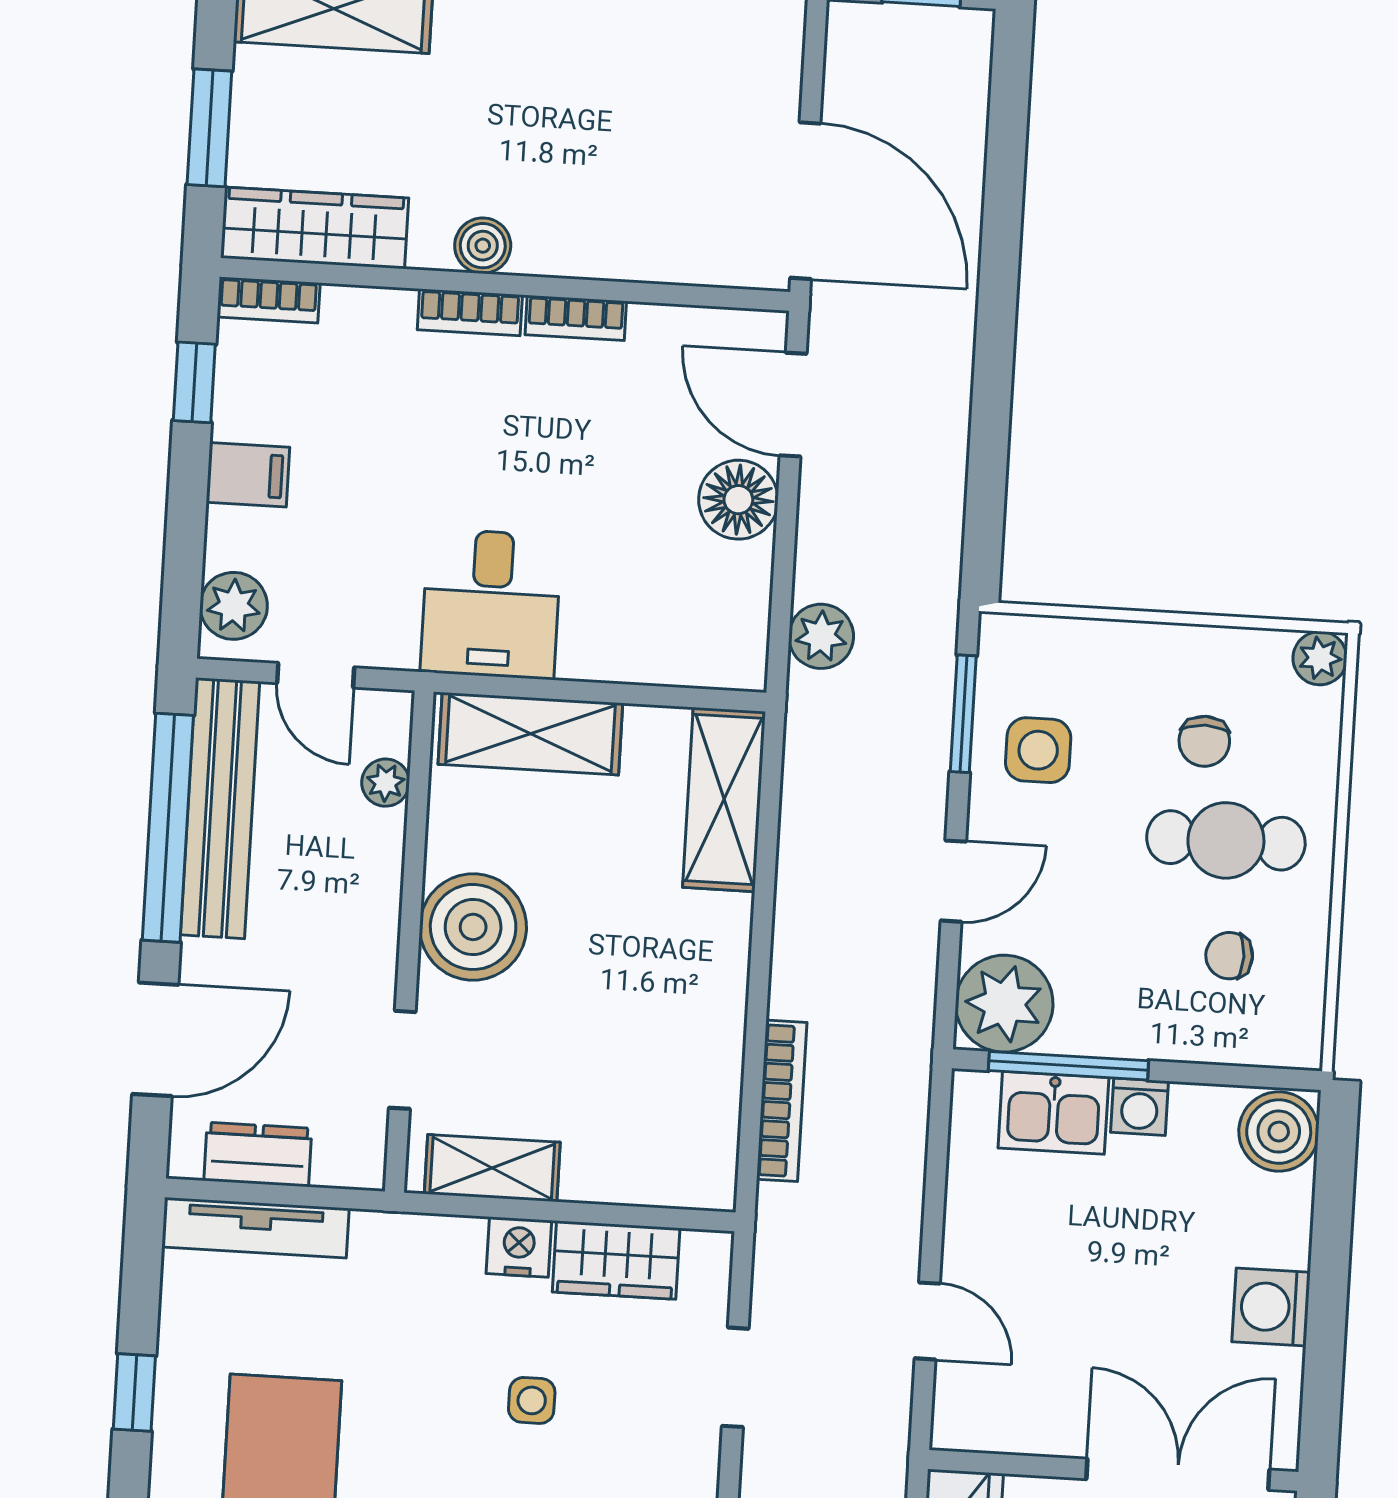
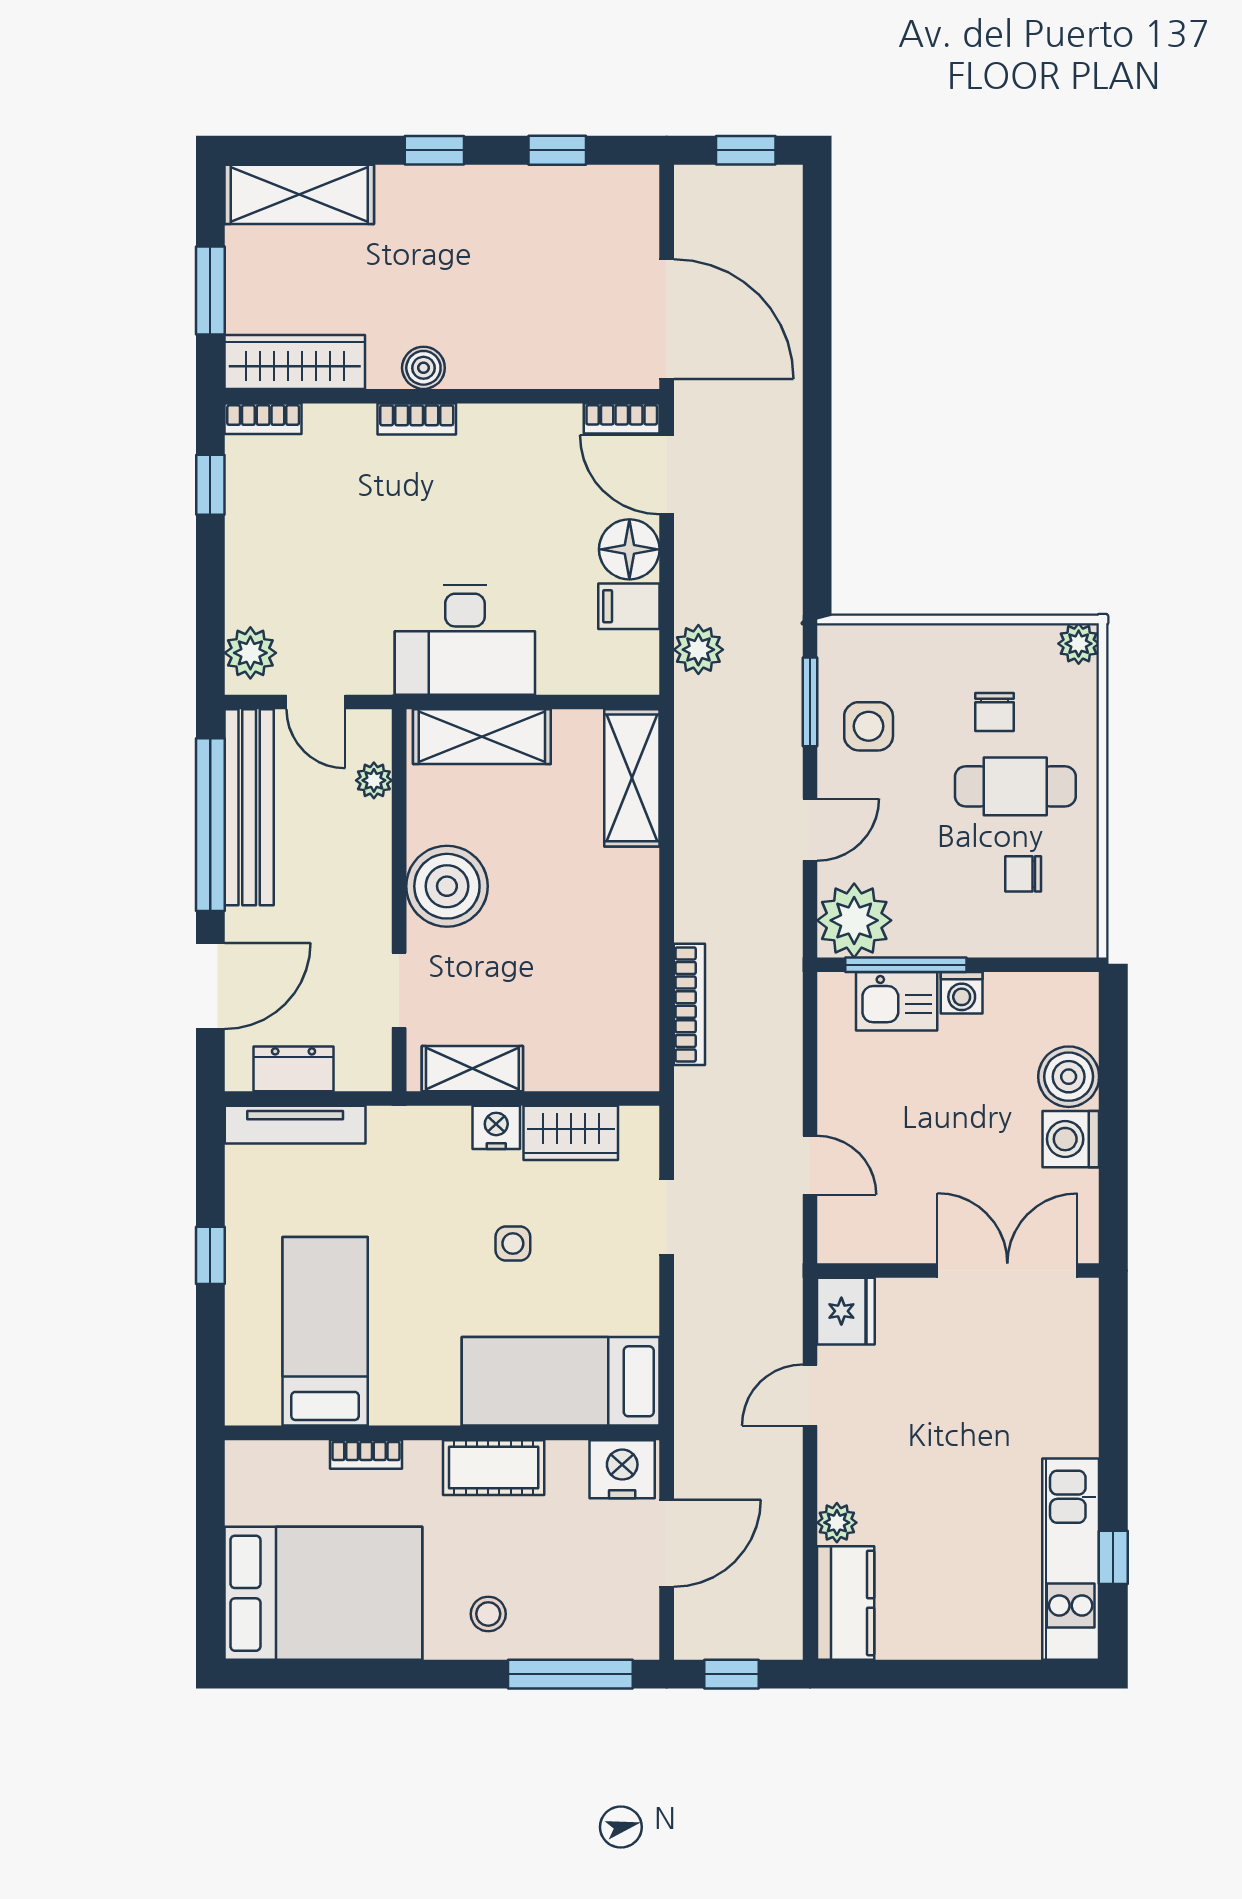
bookcase: (576, 318) -> (622, 418), moved
filing cabinet: (248, 475) -> (629, 606), moved, turned 180
desk: (491, 604) -> (465, 640), width x1.37
boiler: (1279, 1132) -> (1069, 1077), moved

